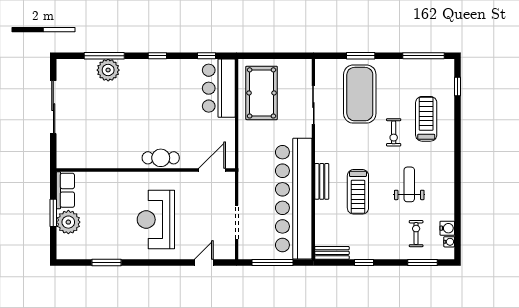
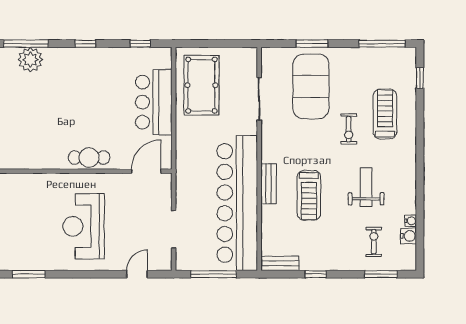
bar counter: (219, 88) -> (154, 102), moved
water cooler: (449, 242) -> (411, 221), moved

